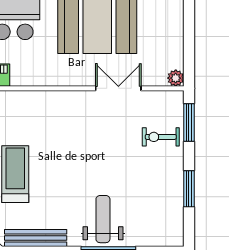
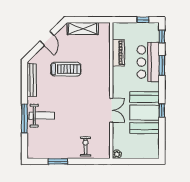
double door: (118, 88) -> (111, 110), moved
window: (189, 122) -> (93, 161), removed

